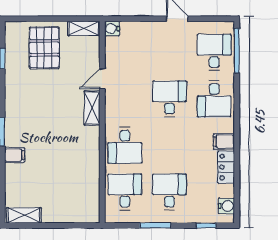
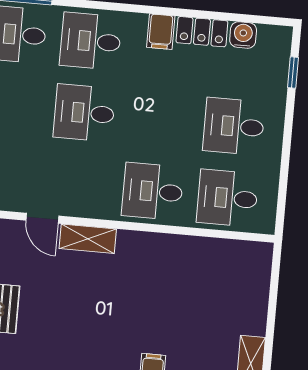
desk: (214, 99) -> (91, 41), turned 180
desk: (125, 145) -> (153, 191), turned 180
water cooler: (226, 206) -> (243, 35), moved
window: (155, 225) -> (286, 154), removed

